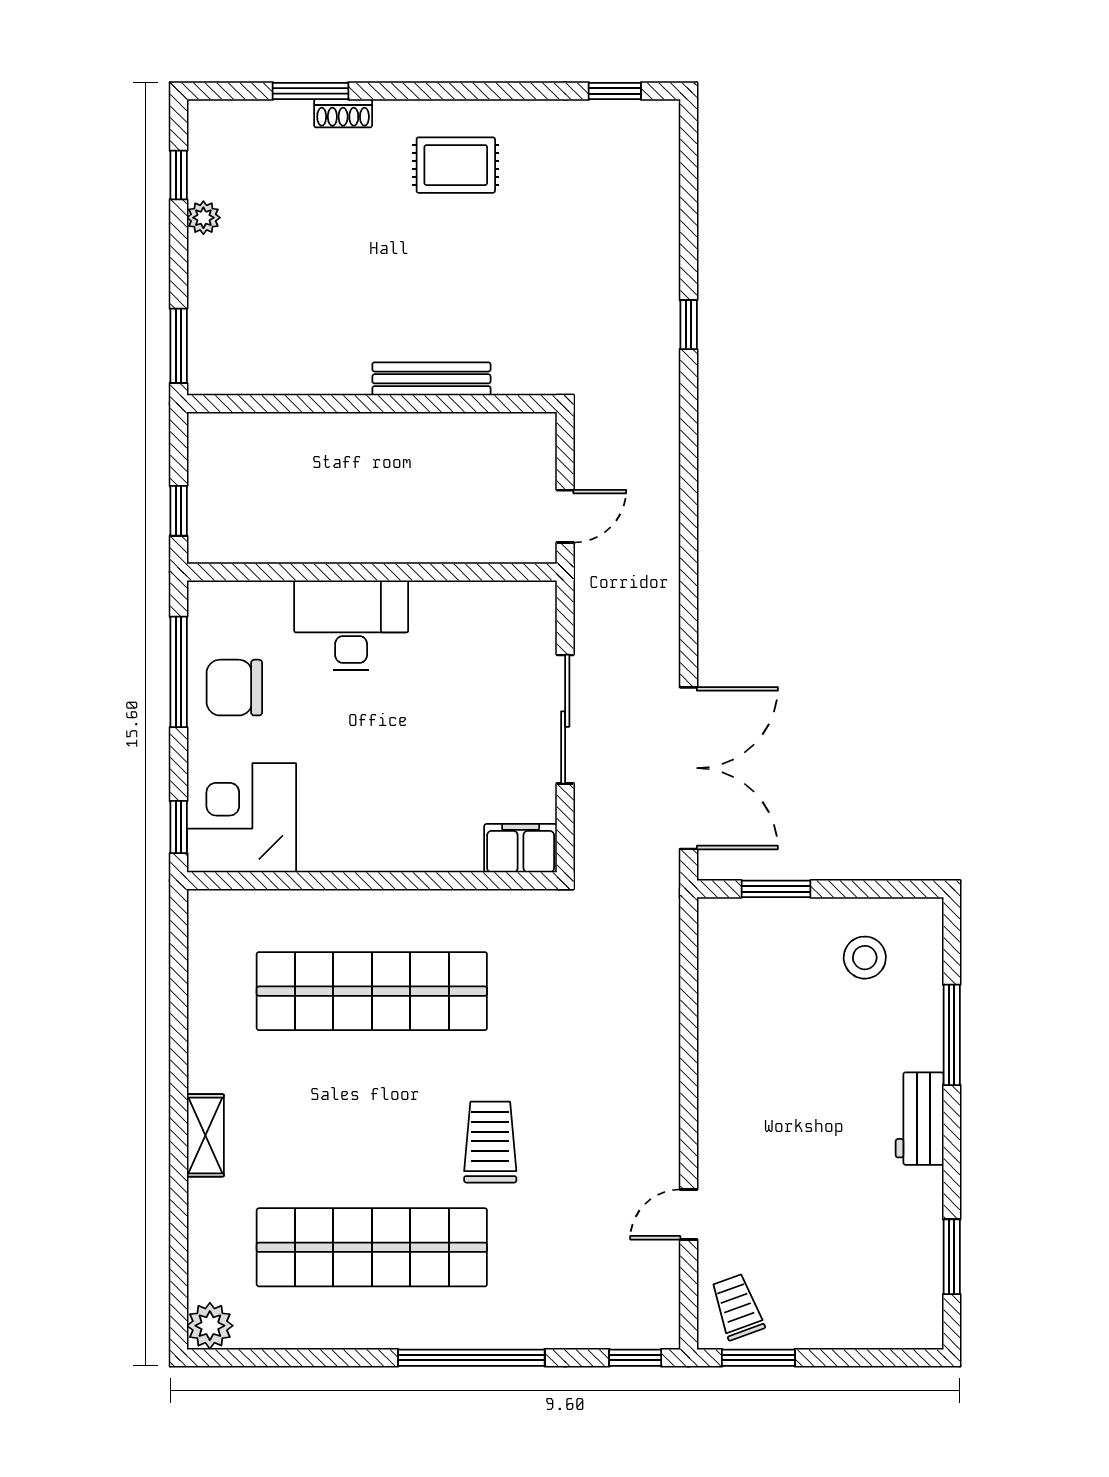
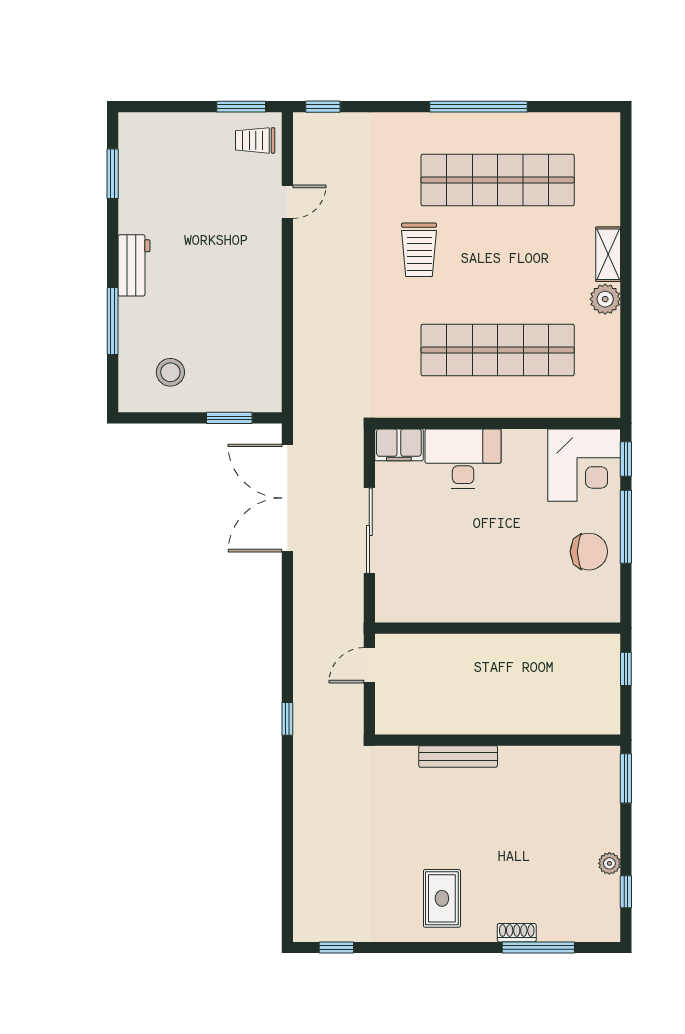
window: (311, 91) -> (538, 948), width x1.44
rug: (456, 165) -> (442, 898), turned 90
window: (689, 325) -> (287, 719), moved
desk: (351, 625) -> (463, 459), moved, turned 180
window: (179, 672) -> (626, 527), moved
trolley: (737, 1307) -> (255, 140), turned 110
plant: (210, 1326) -> (605, 299), moved
window: (471, 1358) -> (478, 107), moved

